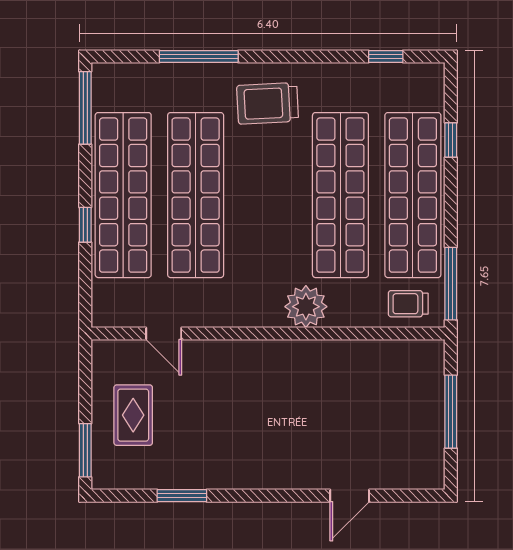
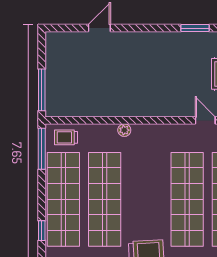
trolley: (408, 304) -> (66, 137), turned 180
plant: (306, 307) -> (124, 130), width x0.53, depth x0.53
window: (451, 412) -> (42, 90), moved

